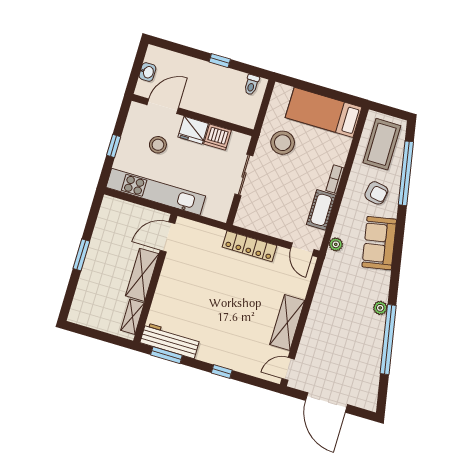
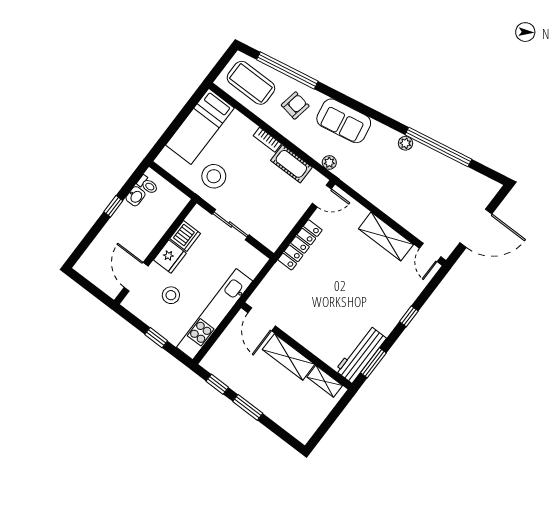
washbasin: (147, 72) -> (136, 196), moved, turned 90
window: (92, 219) -> (217, 384), added

